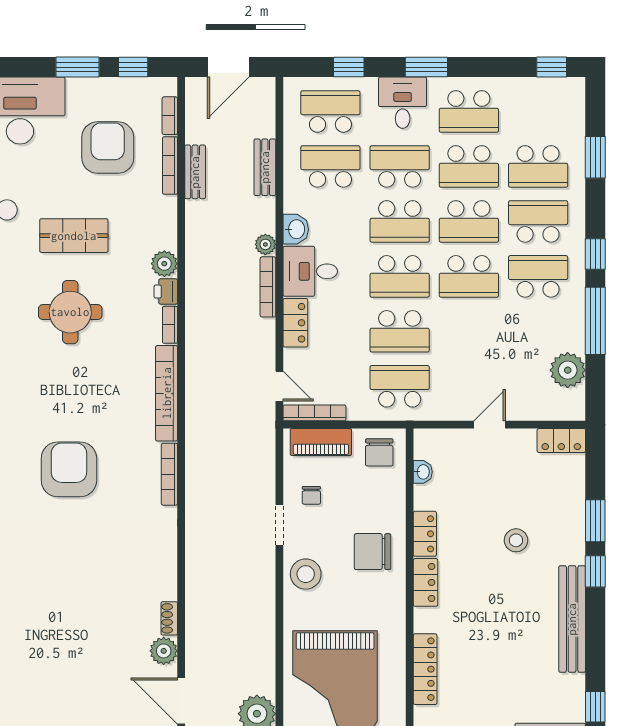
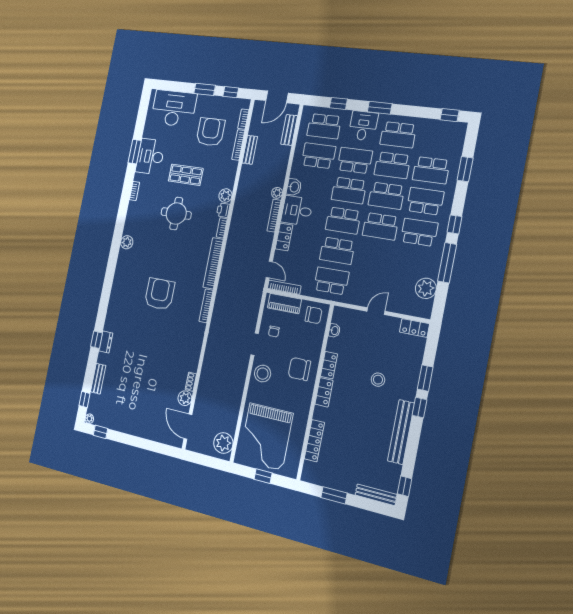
school desk: (330, 111) -> (324, 126), turned 180
bench: (265, 167) -> (289, 130), moved
chair: (379, 452) -> (314, 315), turned -90

